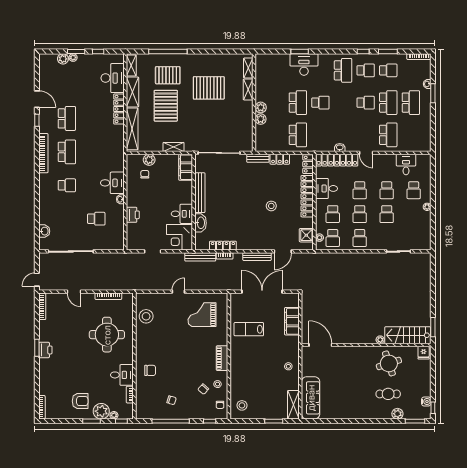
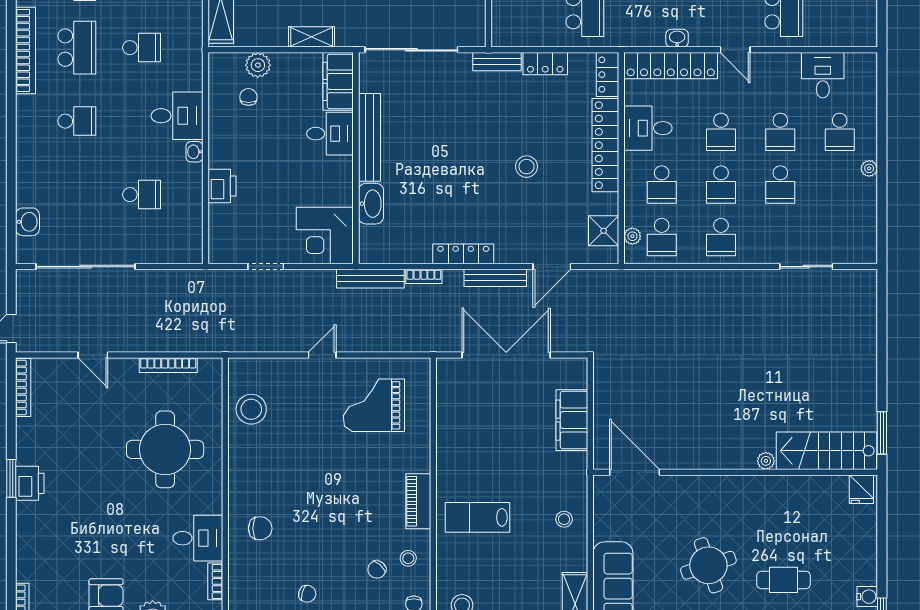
school desk: (96, 152) -> (142, 48), added
desk: (182, 214) -> (330, 134), moved
locker: (223, 246) -> (463, 254), moved
lab bench: (249, 329) -> (478, 517), moved
round table: (389, 363) -> (708, 565), moved

